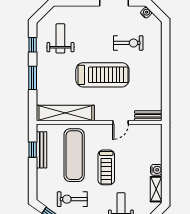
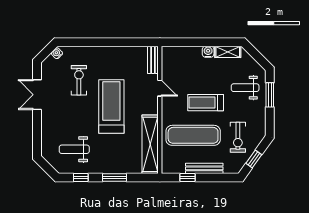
water cooler: (146, 13) -> (57, 53), moved
bench: (42, 150) -> (204, 168), moved
treadmill: (106, 167) -> (206, 103), turned 180

